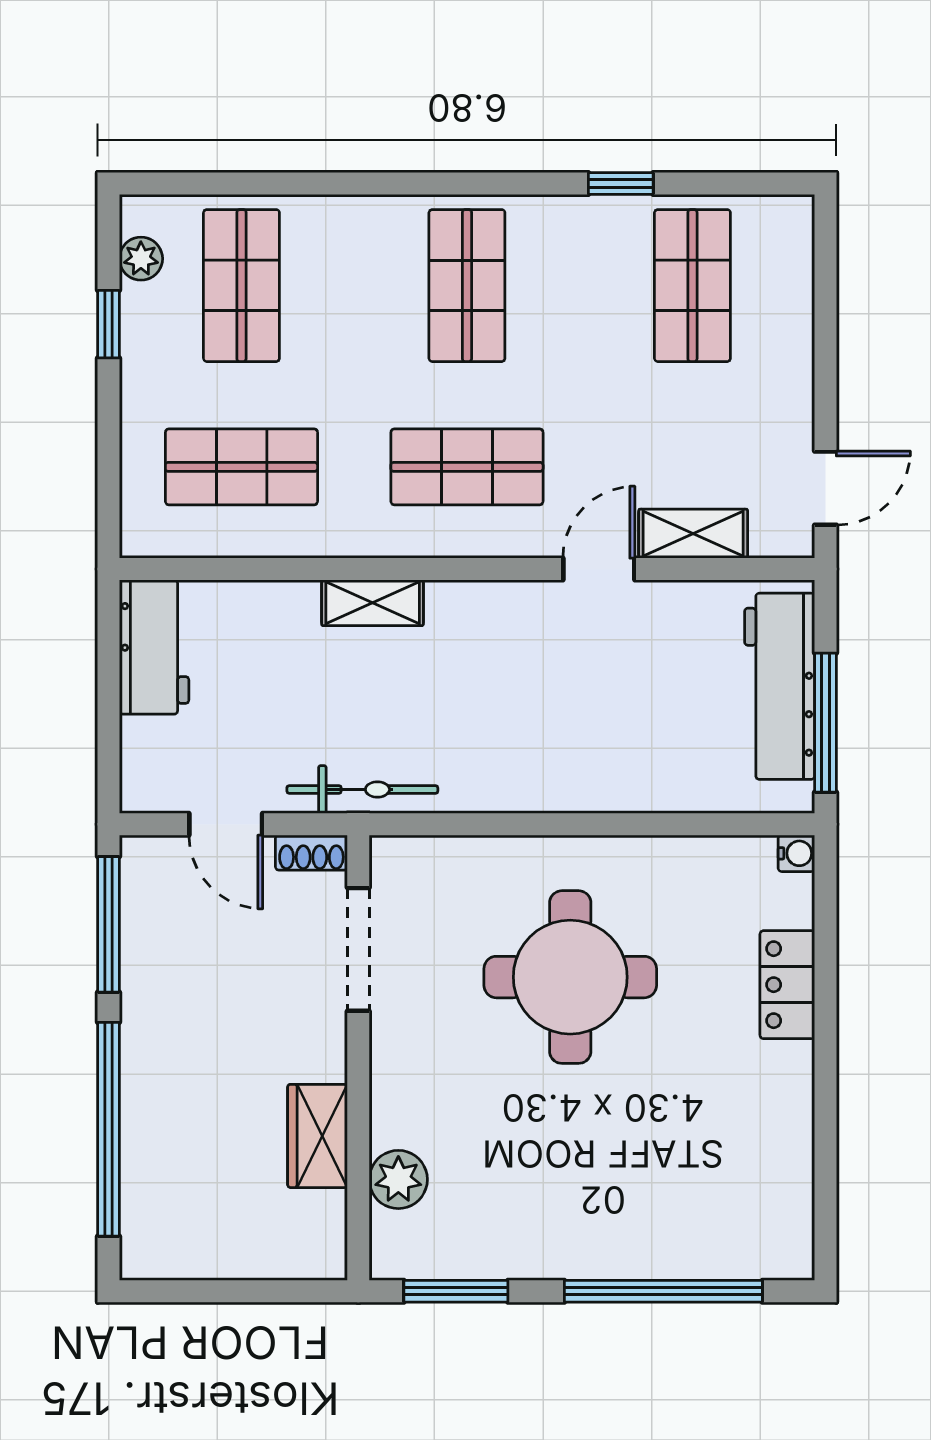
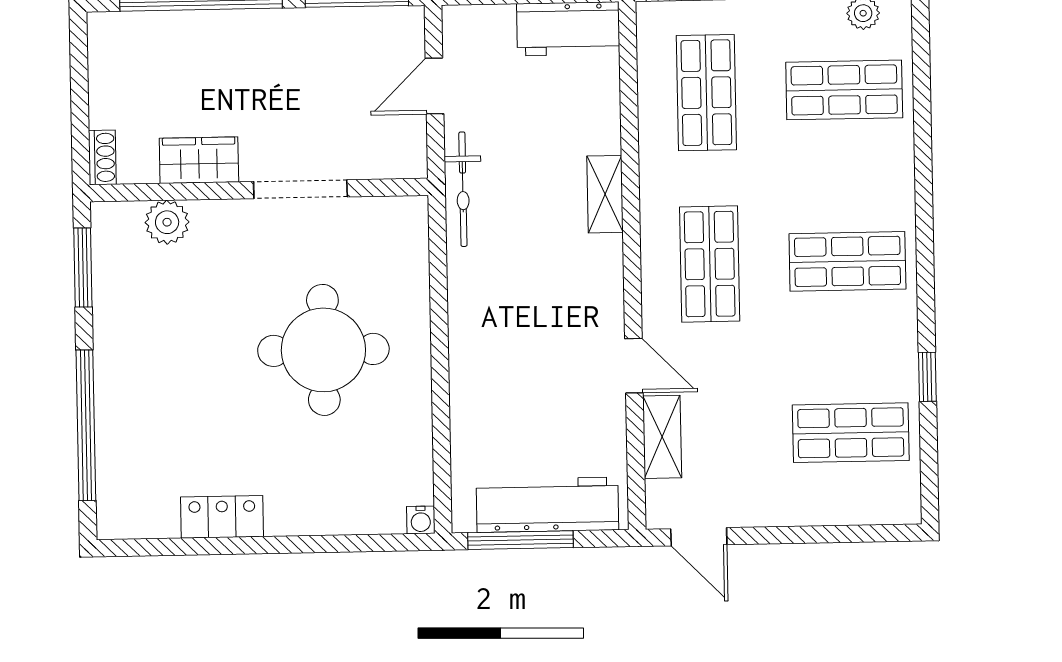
shoe rack: (311, 853) -> (102, 157), moved, turned 180
doorway: (358, 949) -> (300, 189), moved
locker: (787, 985) -> (222, 517), moved

